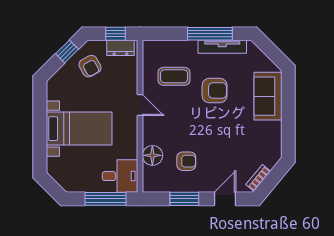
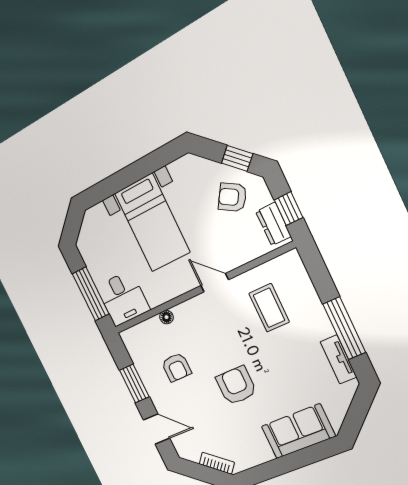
tv unit: (222, 47) -> (338, 359), width x0.71
armchair: (90, 66) -> (232, 197), turned 61
armchair: (215, 91) -> (236, 386), moved, turned 180
door: (140, 105) -> (215, 283), swing flipped
floor lamp: (152, 155) -> (166, 317), width x0.53, depth x0.53
bookcase: (258, 178) -> (217, 463), moved

